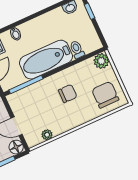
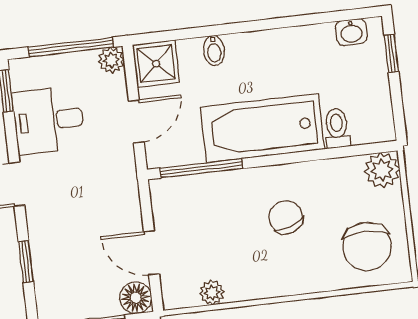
chair: (68, 93) -> (286, 217), turned -110
chair: (105, 95) -> (367, 246), turned 180

